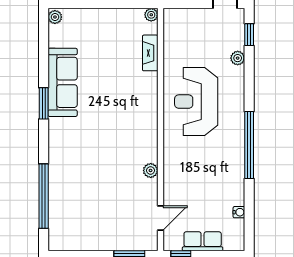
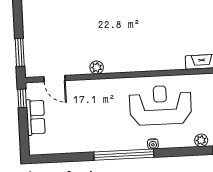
water cooler: (239, 212) -> (153, 144), moved

